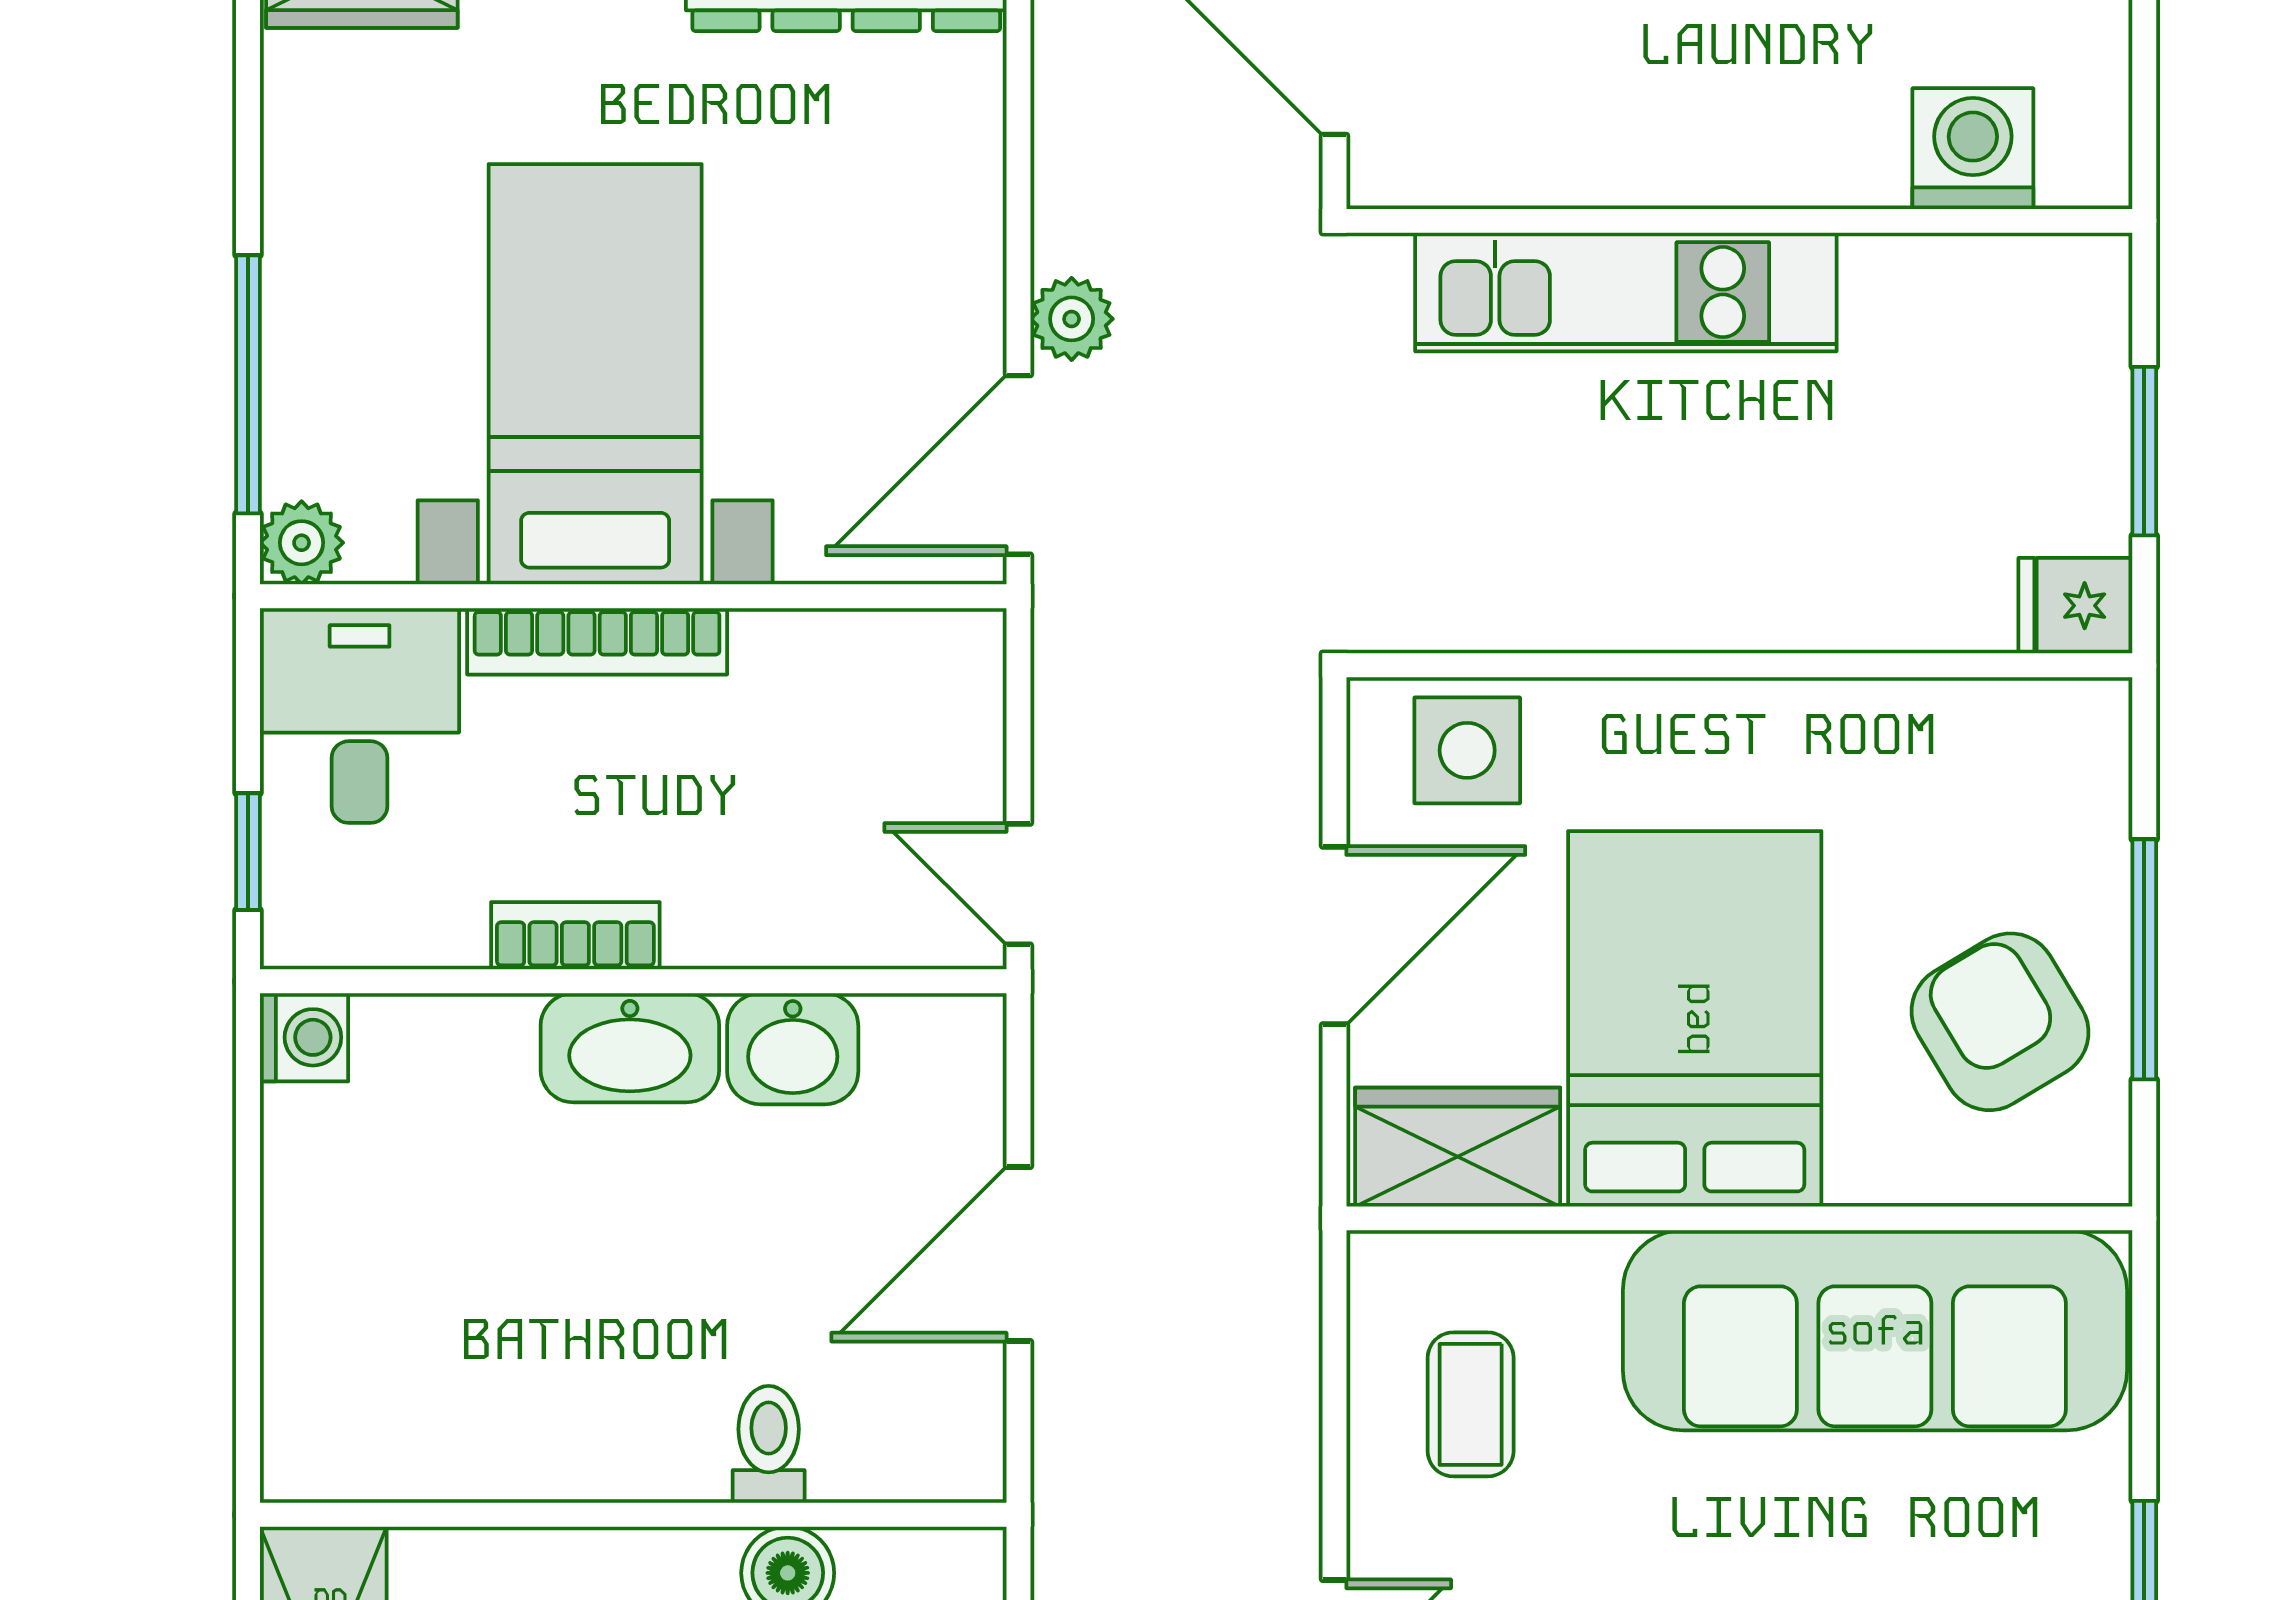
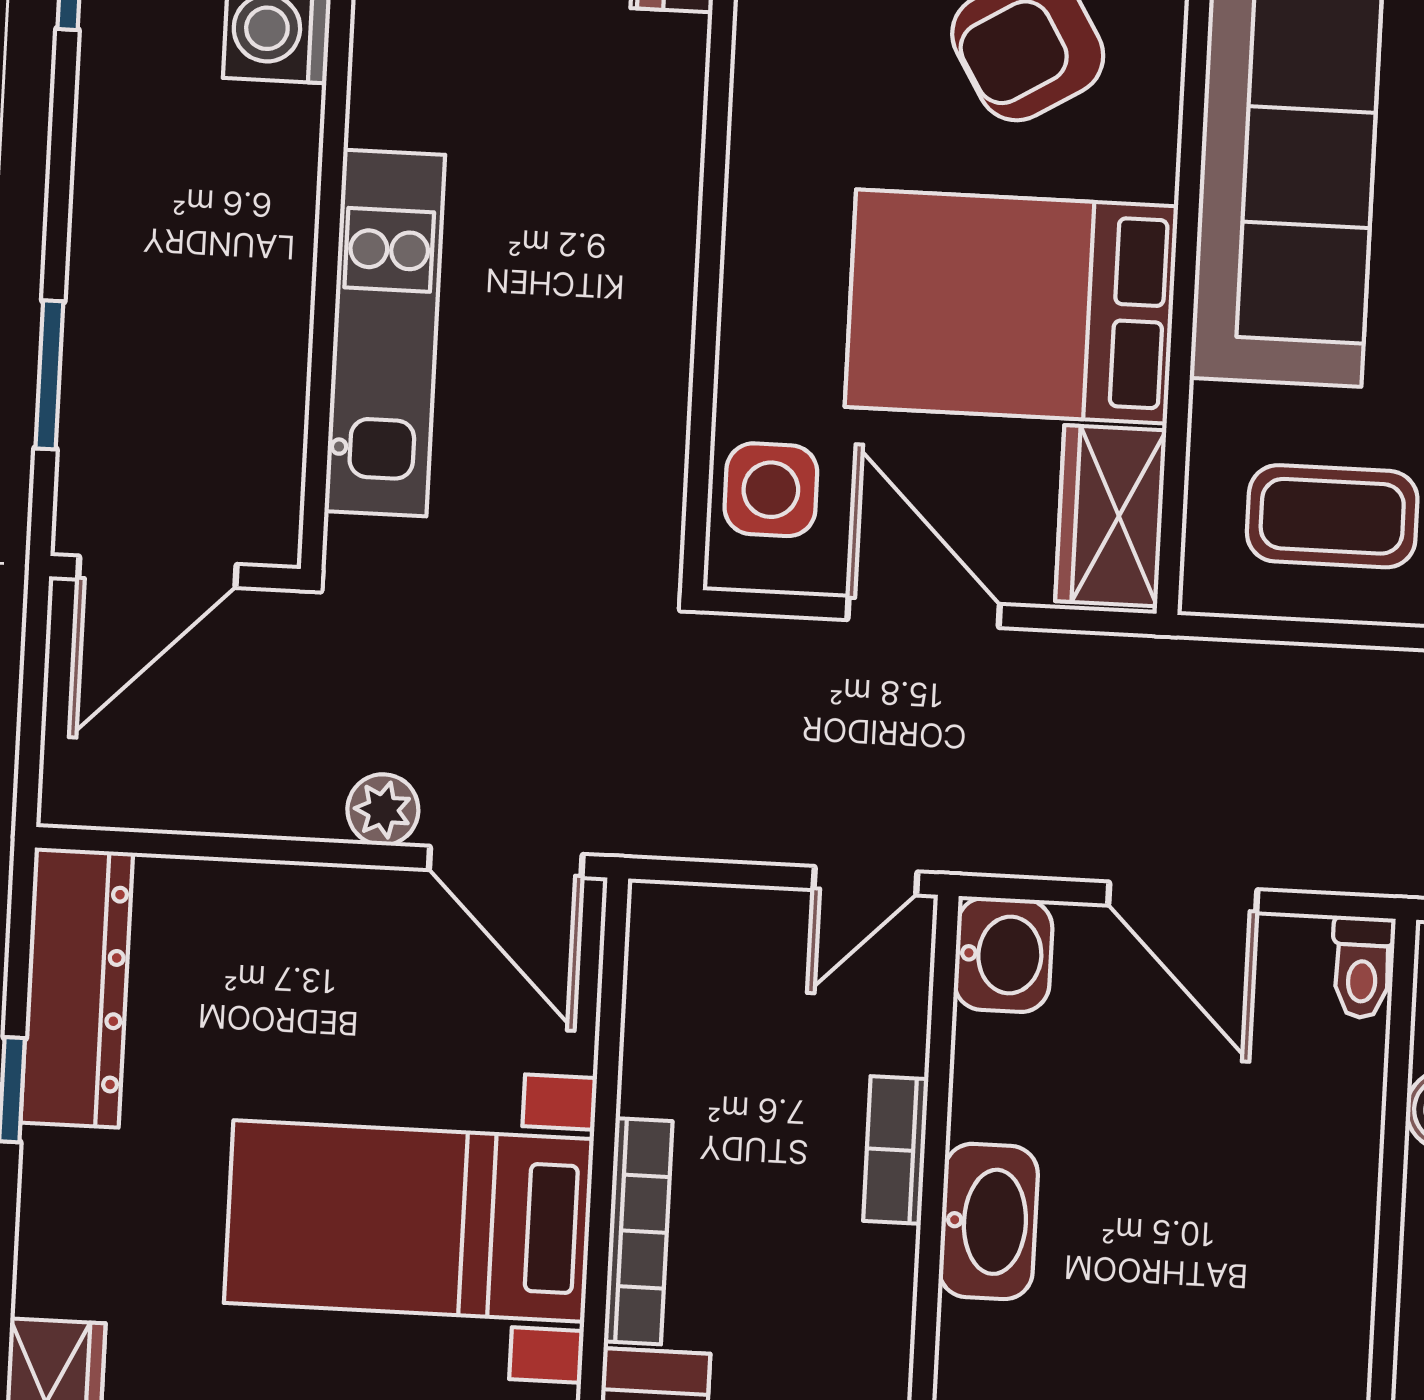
bookcase: (575, 936) -> (896, 1150), moved
washbasin: (793, 1049) -> (1003, 955), moved
coffee table: (1471, 1404) -> (1332, 516), width x1.36, depth x1.30
toilet: (769, 1444) -> (1362, 967), moved, turned -90

